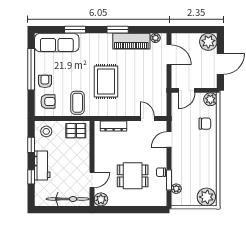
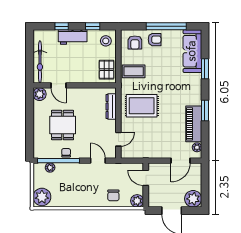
rug: (106, 81) -> (142, 106), moved
window: (169, 180) -> (58, 161), width x2.11

